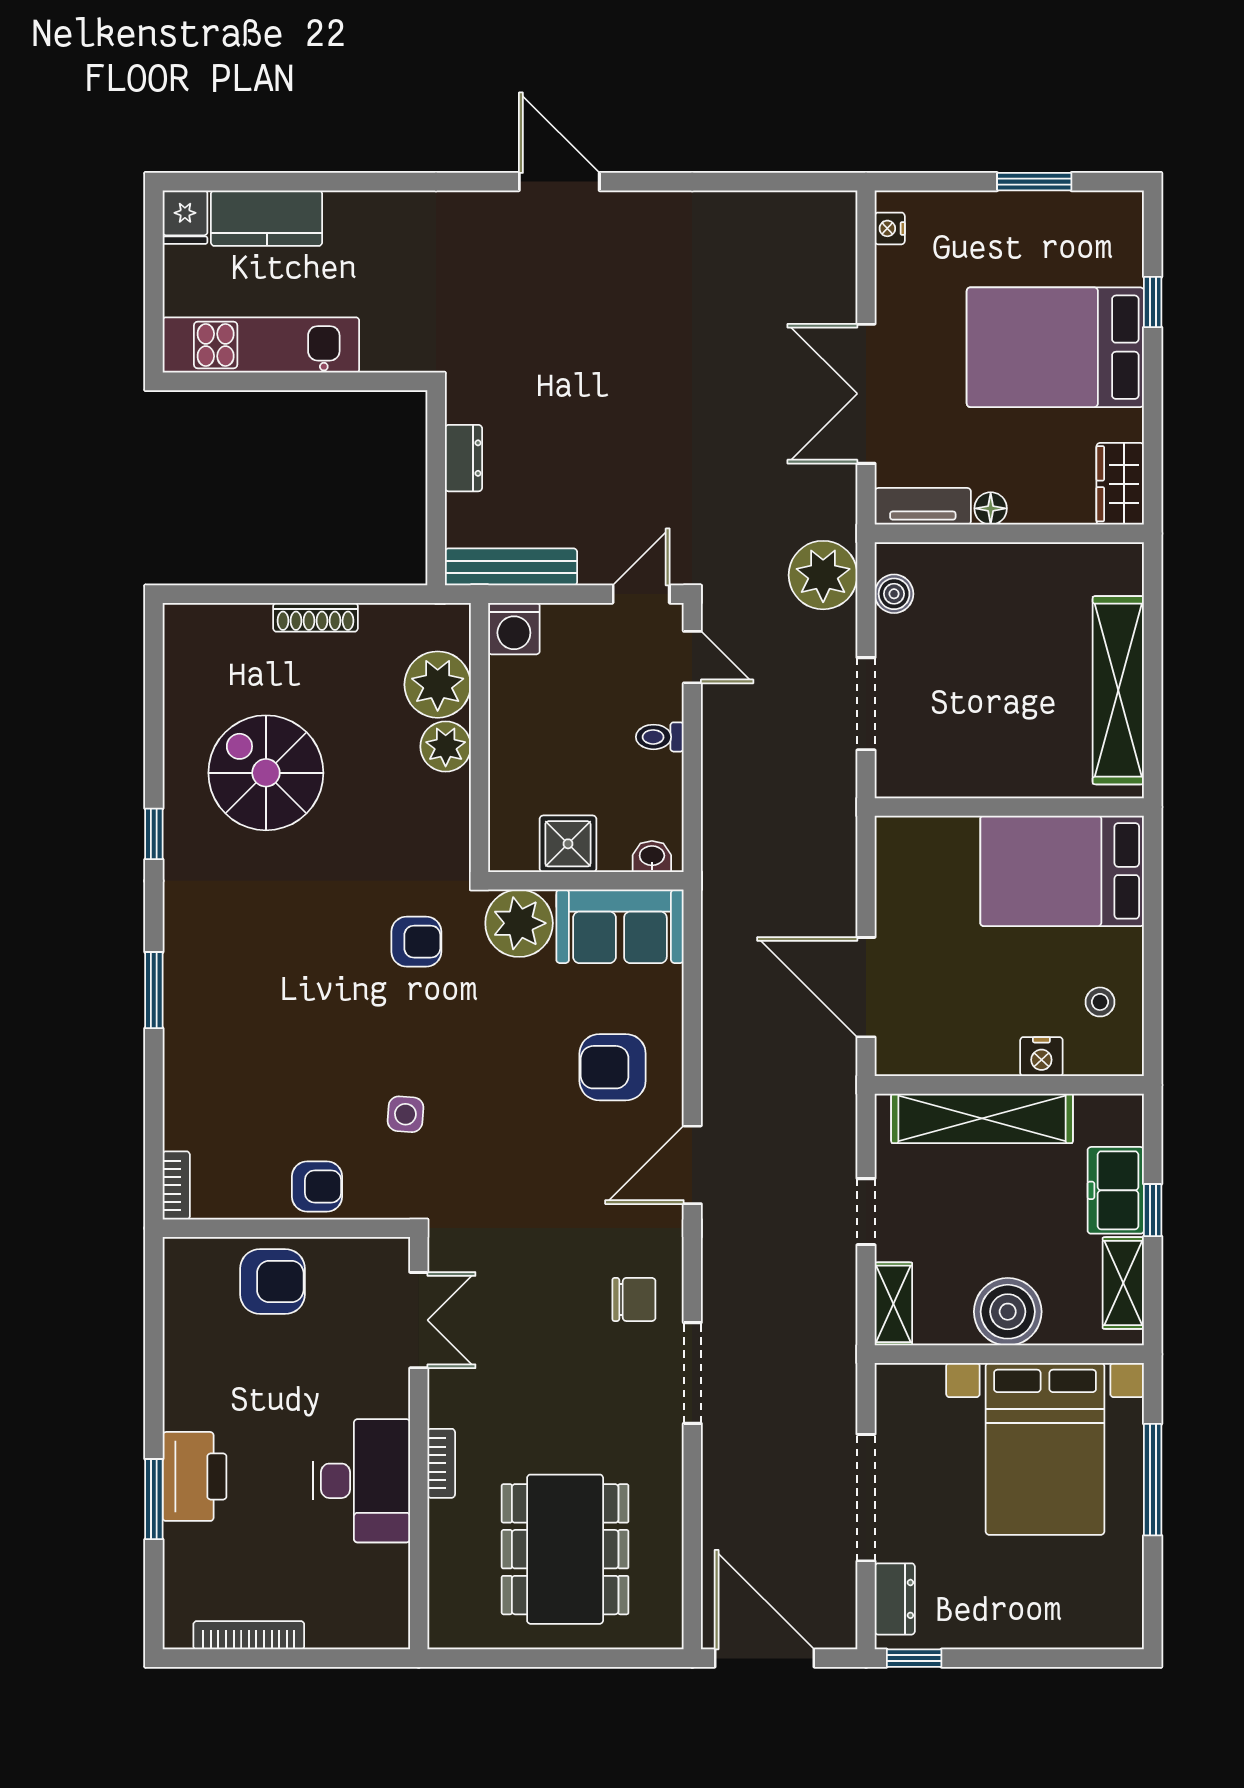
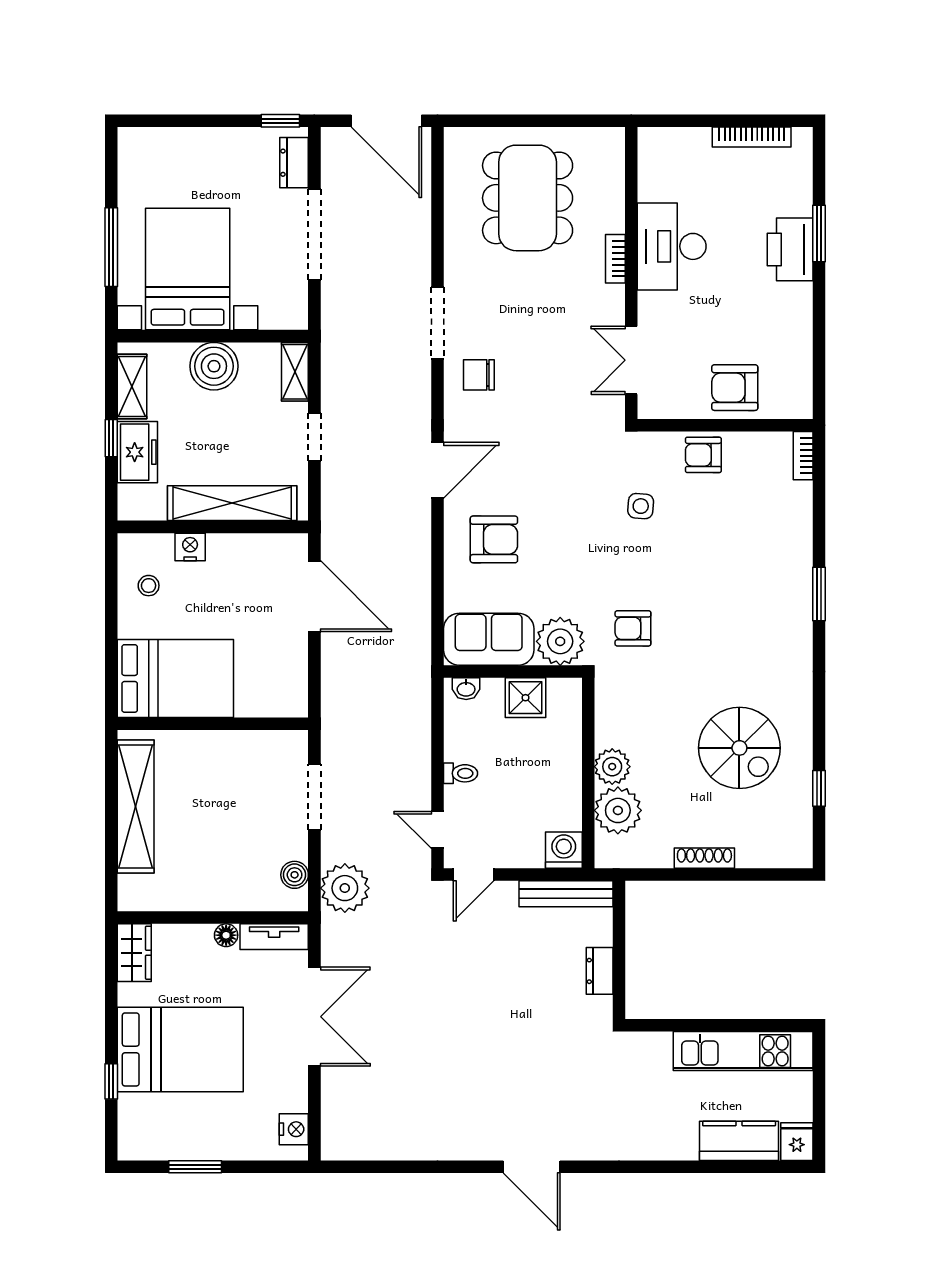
nightstand: (890, 228) -> (294, 1129), width x1.39, depth x1.35
window: (154, 834) -> (819, 788), moved

